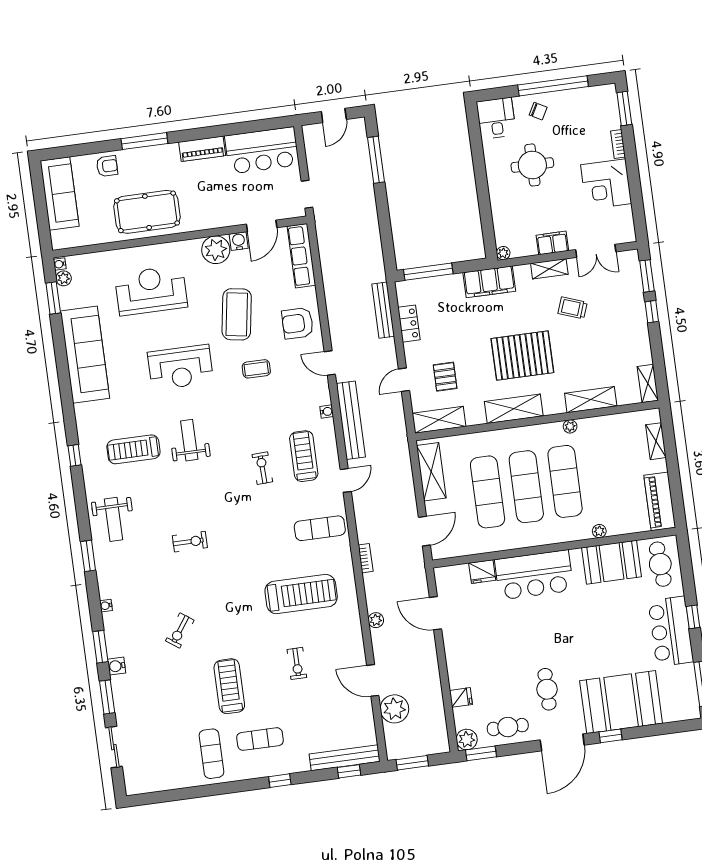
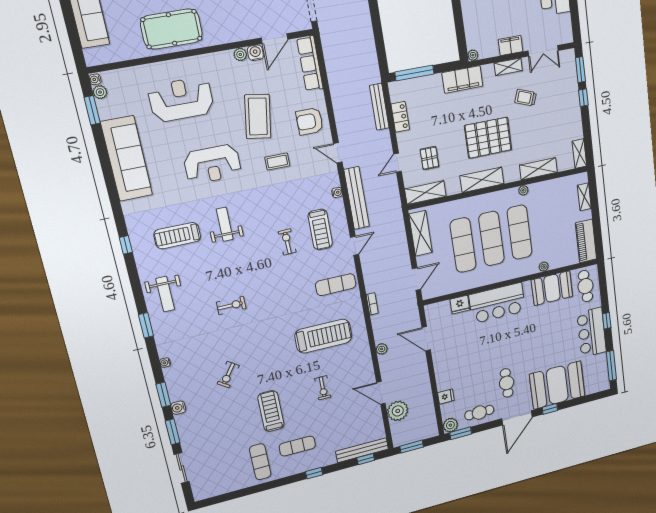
plant: (216, 250) -> (240, 54), width x0.53, depth x0.53
treadmill: (304, 456) -> (320, 230), turned 180

